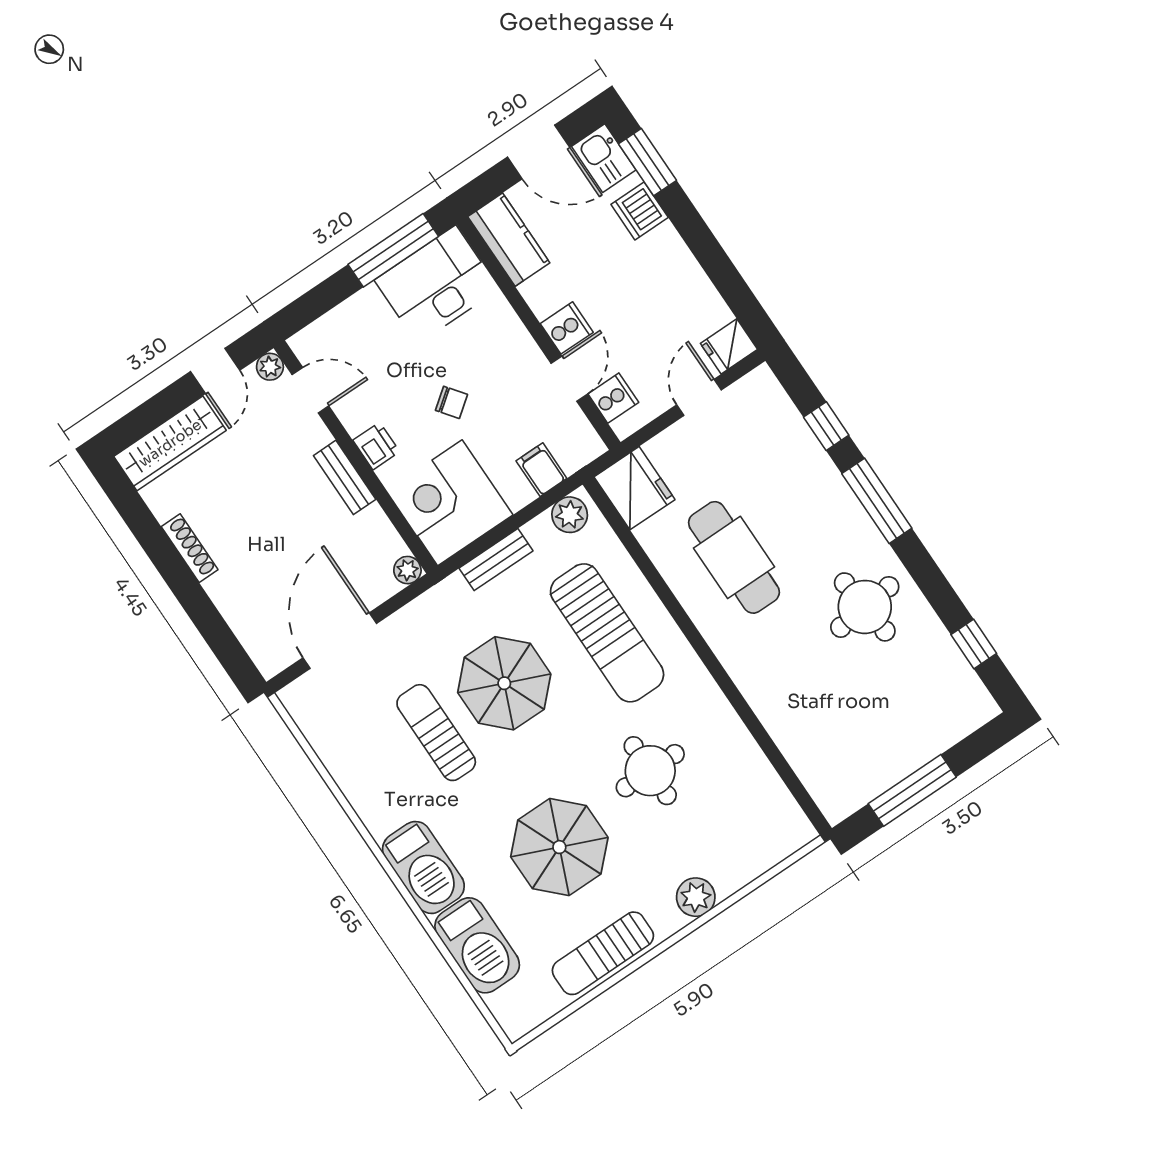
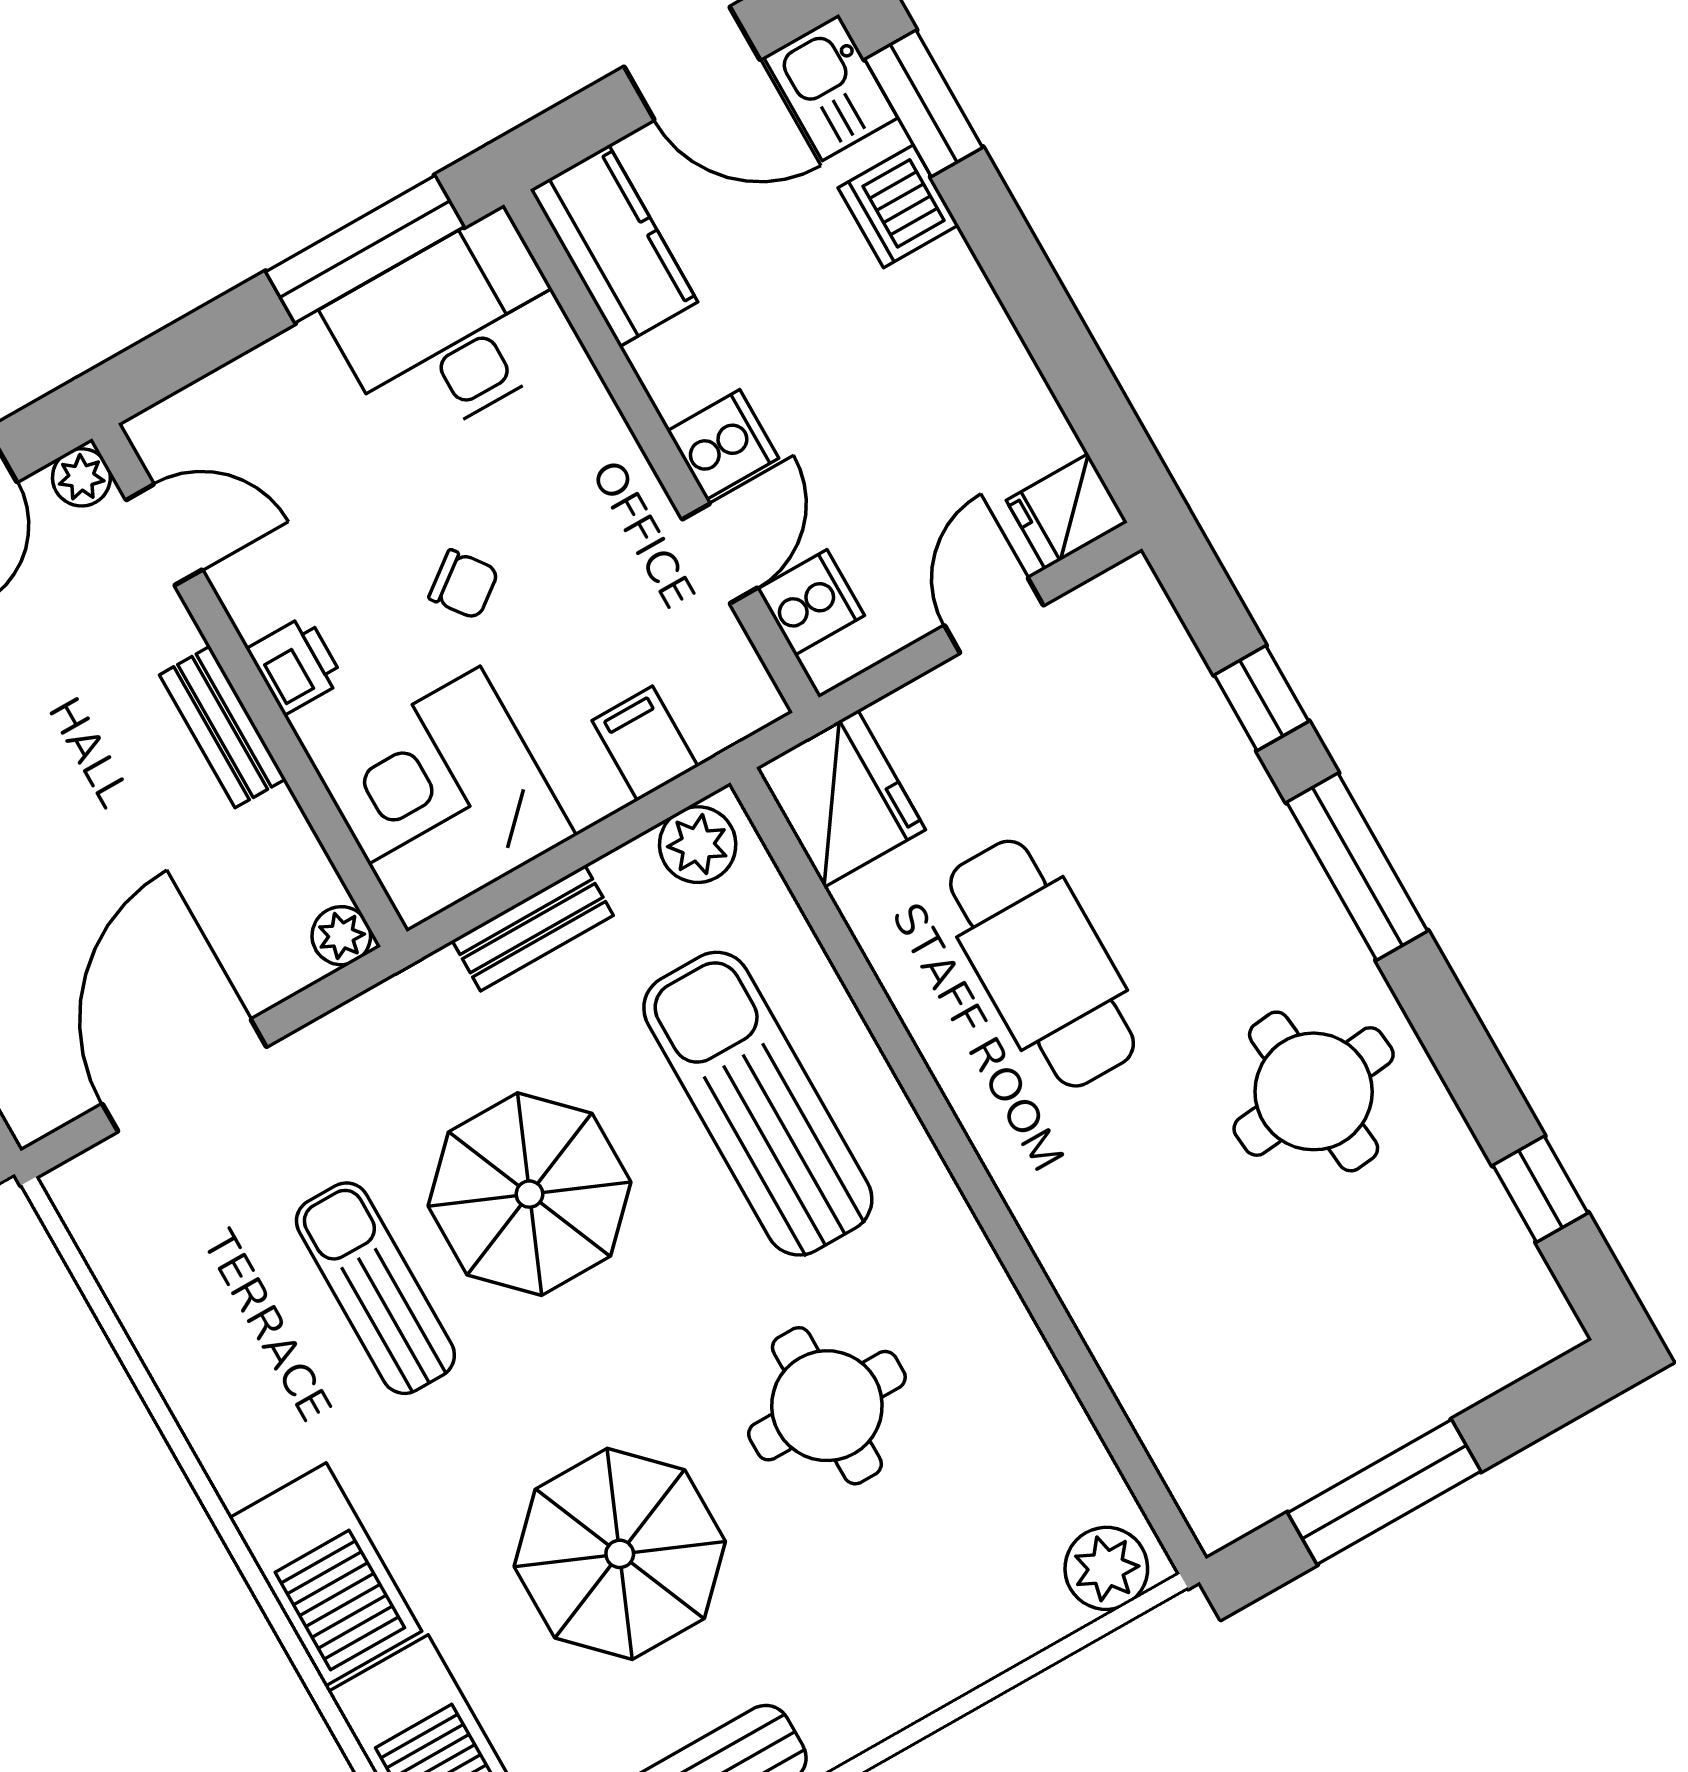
sun lounger: (607, 633) -> (758, 1104), turned 180
plant: (696, 897) -> (1106, 1568), moved

